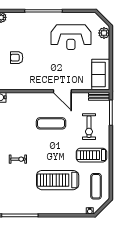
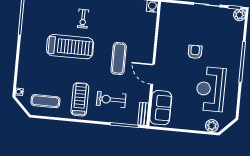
armchair: (17, 58) -> (195, 52), moved
sofa: (101, 74) -> (161, 108), moved, turned 90
door: (62, 91) -> (153, 74), hinge flipped
treadmill: (58, 180) -> (70, 47), moved, turned 90

